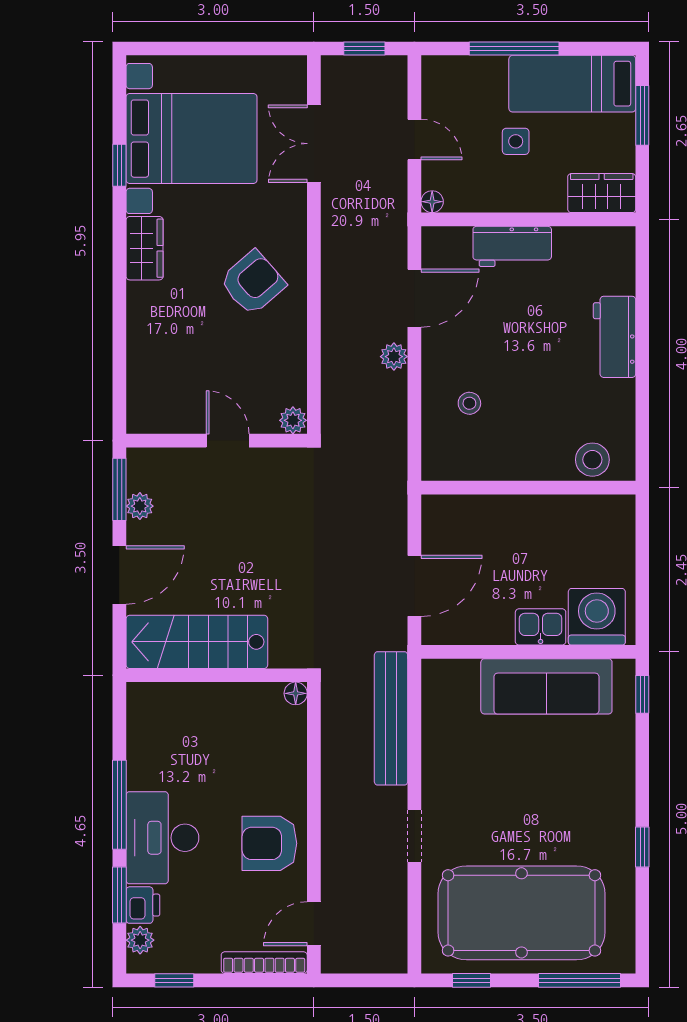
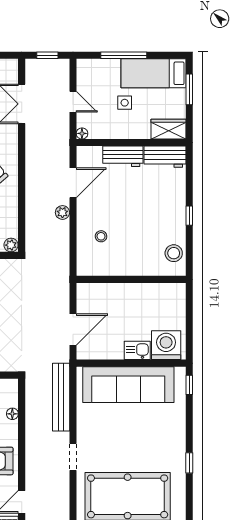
workbench: (615, 337) -> (165, 157), moved, turned -90
window: (642, 363) -> (189, 216), added
stool: (592, 460) -> (174, 253), moved
sofa: (546, 686) -> (128, 385), width x1.36, depth x1.27
floor lamp: (296, 693) -> (12, 414), moved

